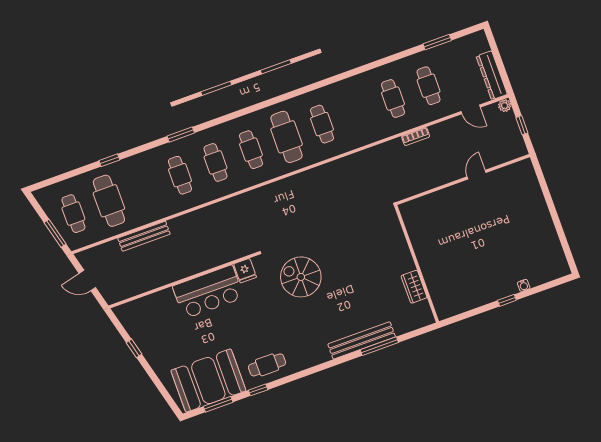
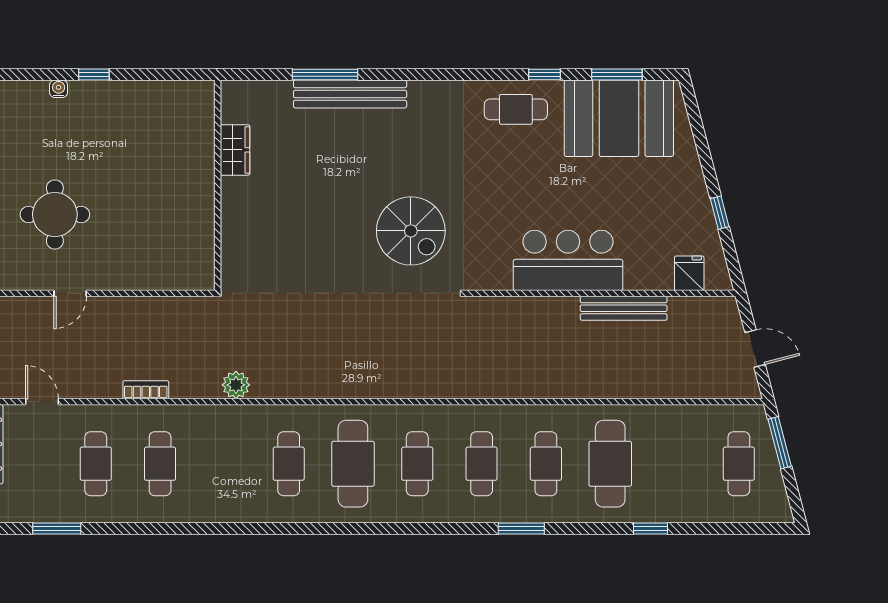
plant: (367, 157) -> (236, 385), added
cafe table: (109, 201) -> (610, 464), moved
round table: (501, 215) -> (55, 214), added
bench: (144, 236) -> (624, 308), moved
fridge: (245, 271) -> (689, 273), moved

